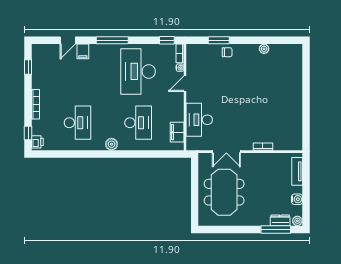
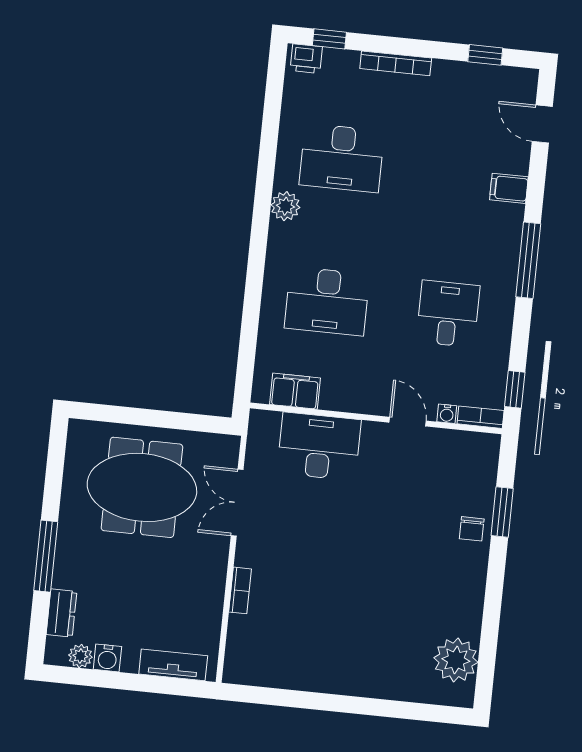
door: (68, 40) -> (542, 124), moved
plant: (264, 49) -> (456, 660), moved, width x1.88, depth x1.88
desk: (138, 71) -> (448, 314), width x0.53, depth x0.77
plant: (112, 144) -> (285, 206), moved
plant: (297, 221) -> (80, 656), moved
window: (276, 229) -> (46, 556), moved

